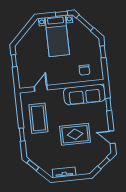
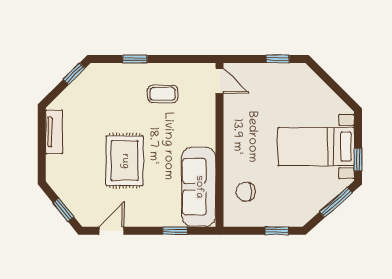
door: (41, 88) -> (219, 81), moved
coffee table: (38, 118) -> (163, 94), width x0.54, depth x0.58

